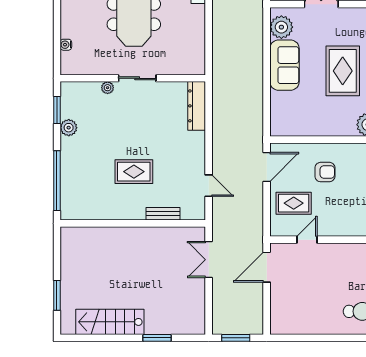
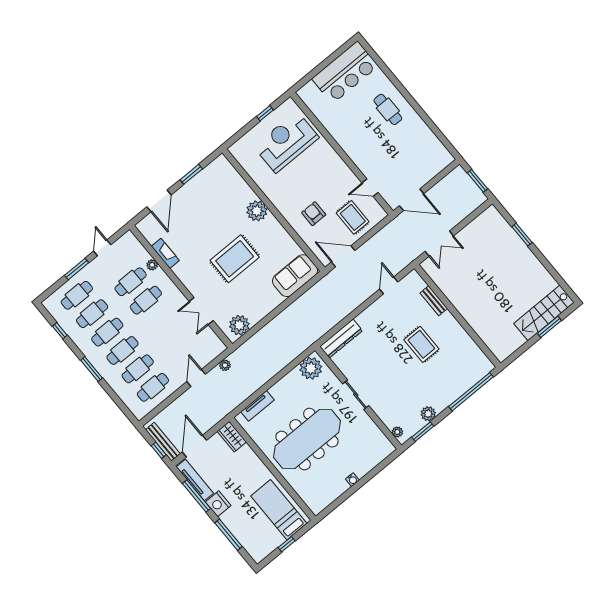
water cooler: (66, 45) -> (352, 480), moved
plant: (193, 58) -> (311, 368), added
sofa: (284, 65) -> (295, 276), moved
plant: (108, 88) -> (397, 432), moved
stairs: (110, 322) -> (544, 313), moved, turned 90

